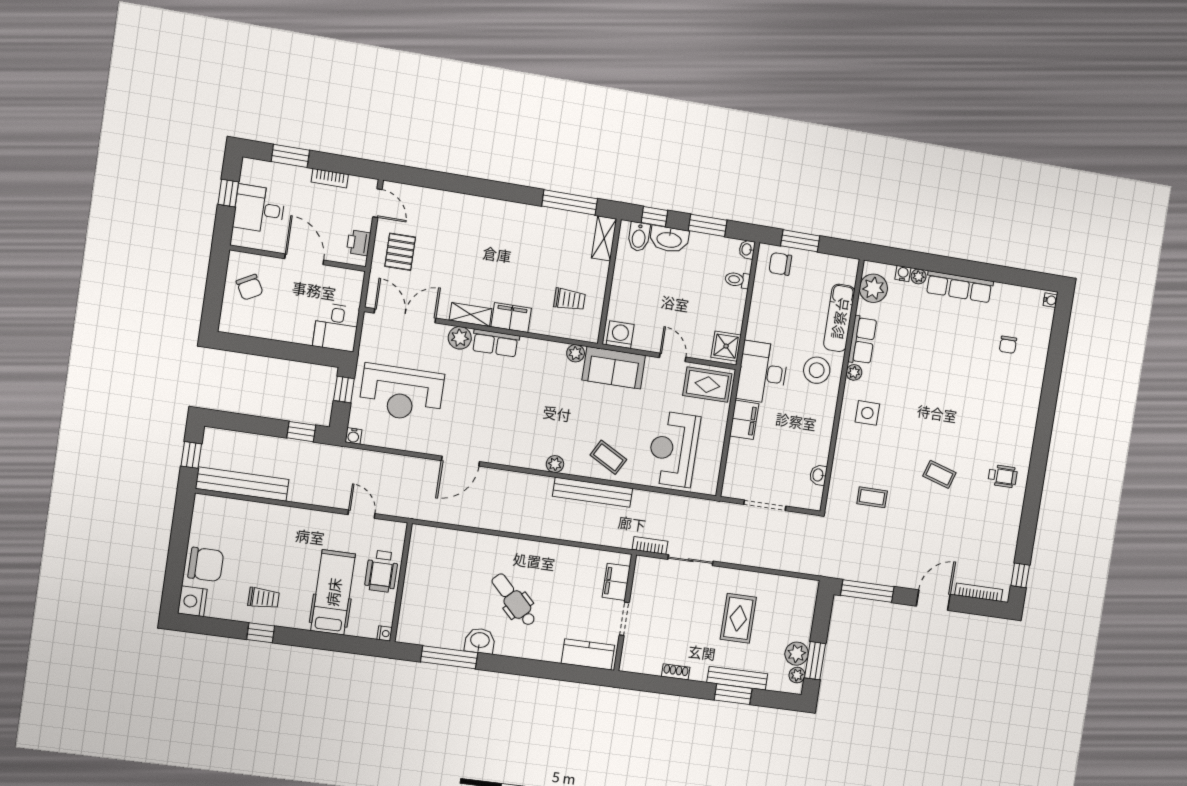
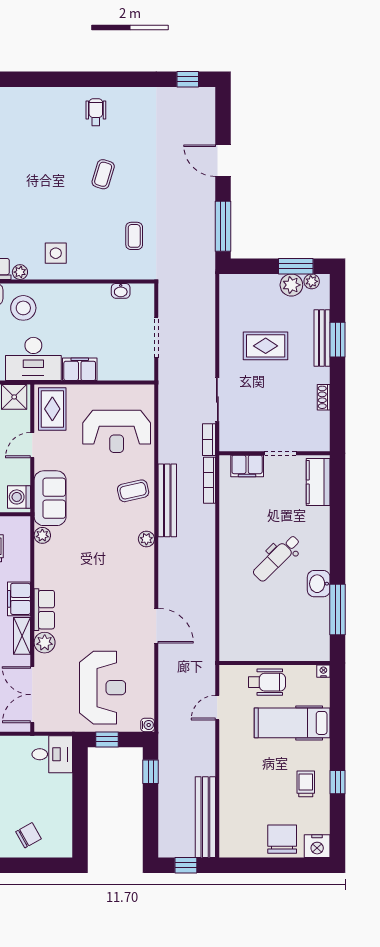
coffee table: (608, 457) -> (133, 491), turned 48
bookcase: (979, 592) -> (210, 480), moved

